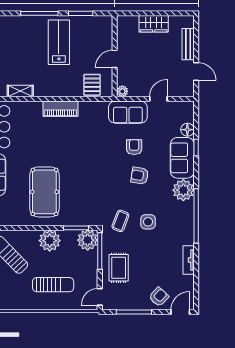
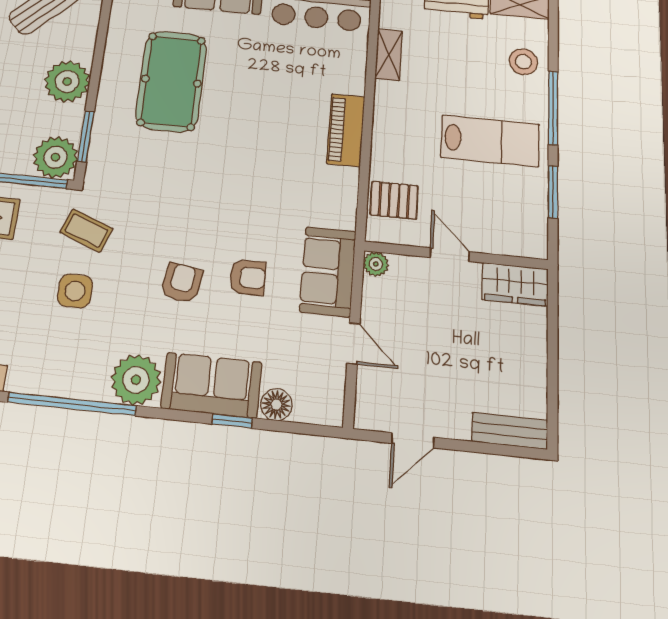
wardrobe: (154, 24) -> (515, 284), moved, turned -90
stool: (17, 27) -> (523, 62), added
bench: (188, 44) -> (510, 431), moved
pool table: (44, 192) -> (171, 81), turned 90

